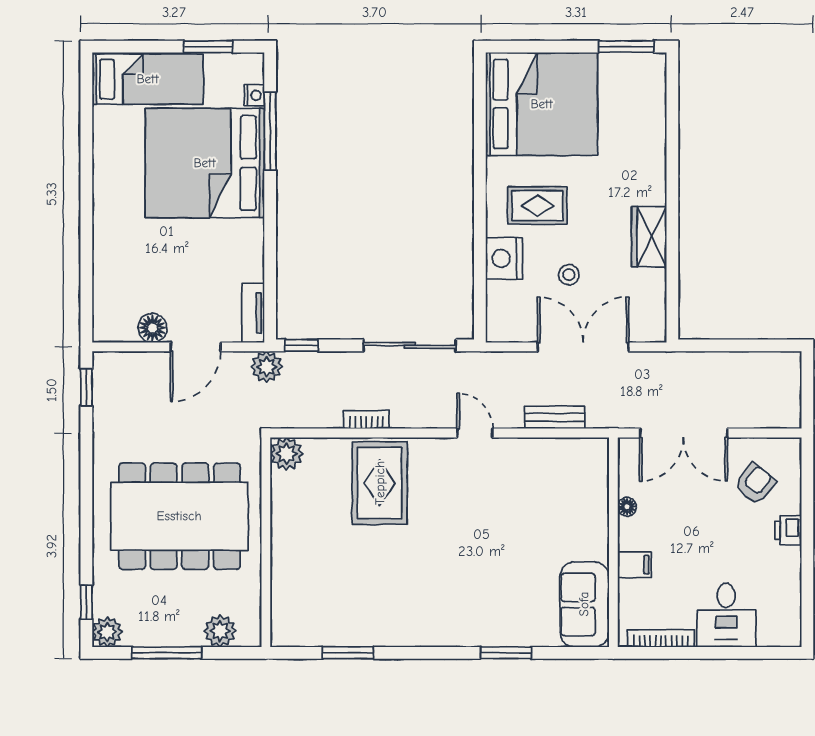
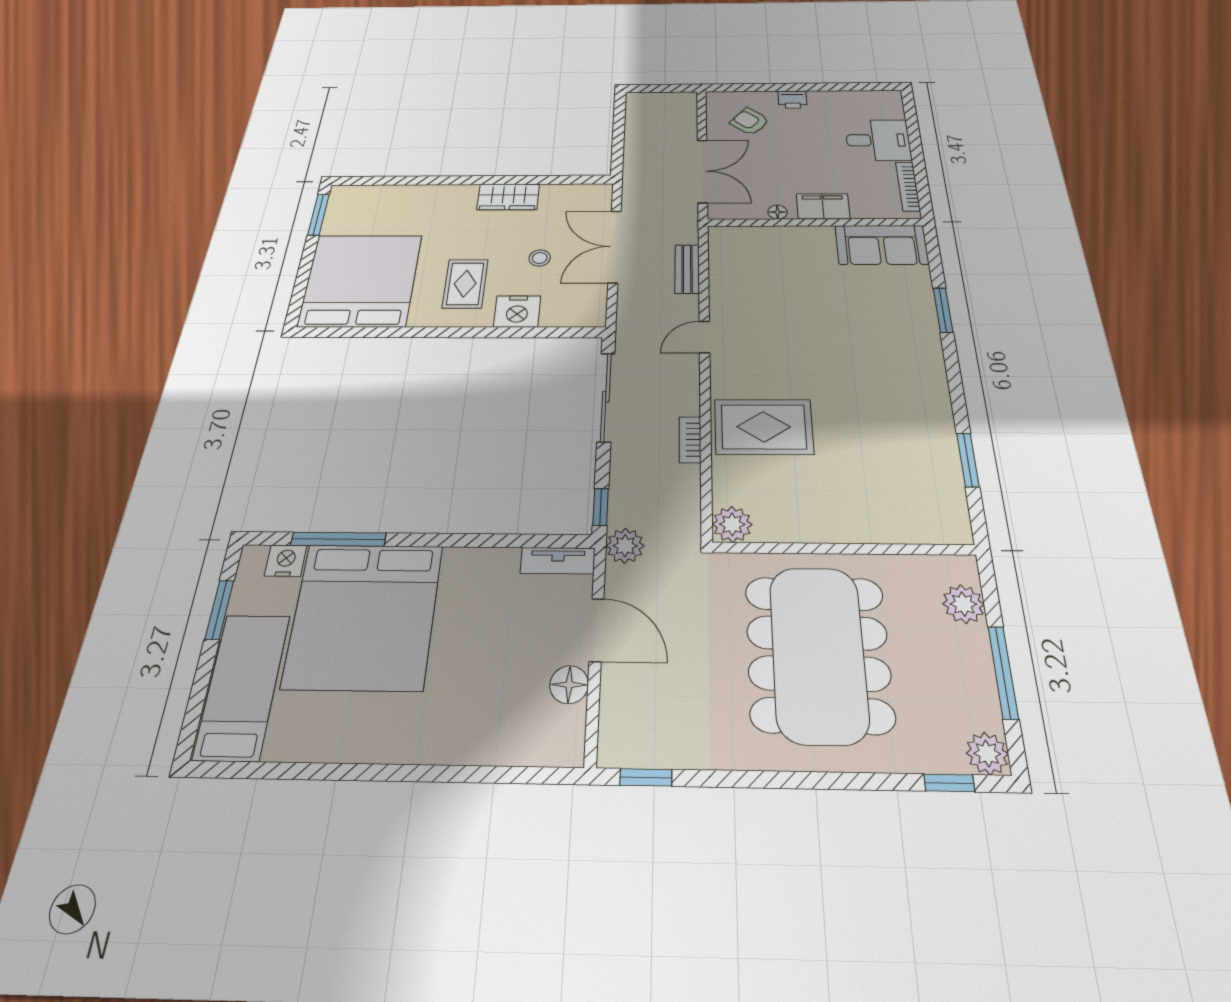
nightstand: (254, 95) -> (286, 561), width x1.39, depth x1.35
filing cabinet: (635, 565) -> (823, 206), width x2.00

